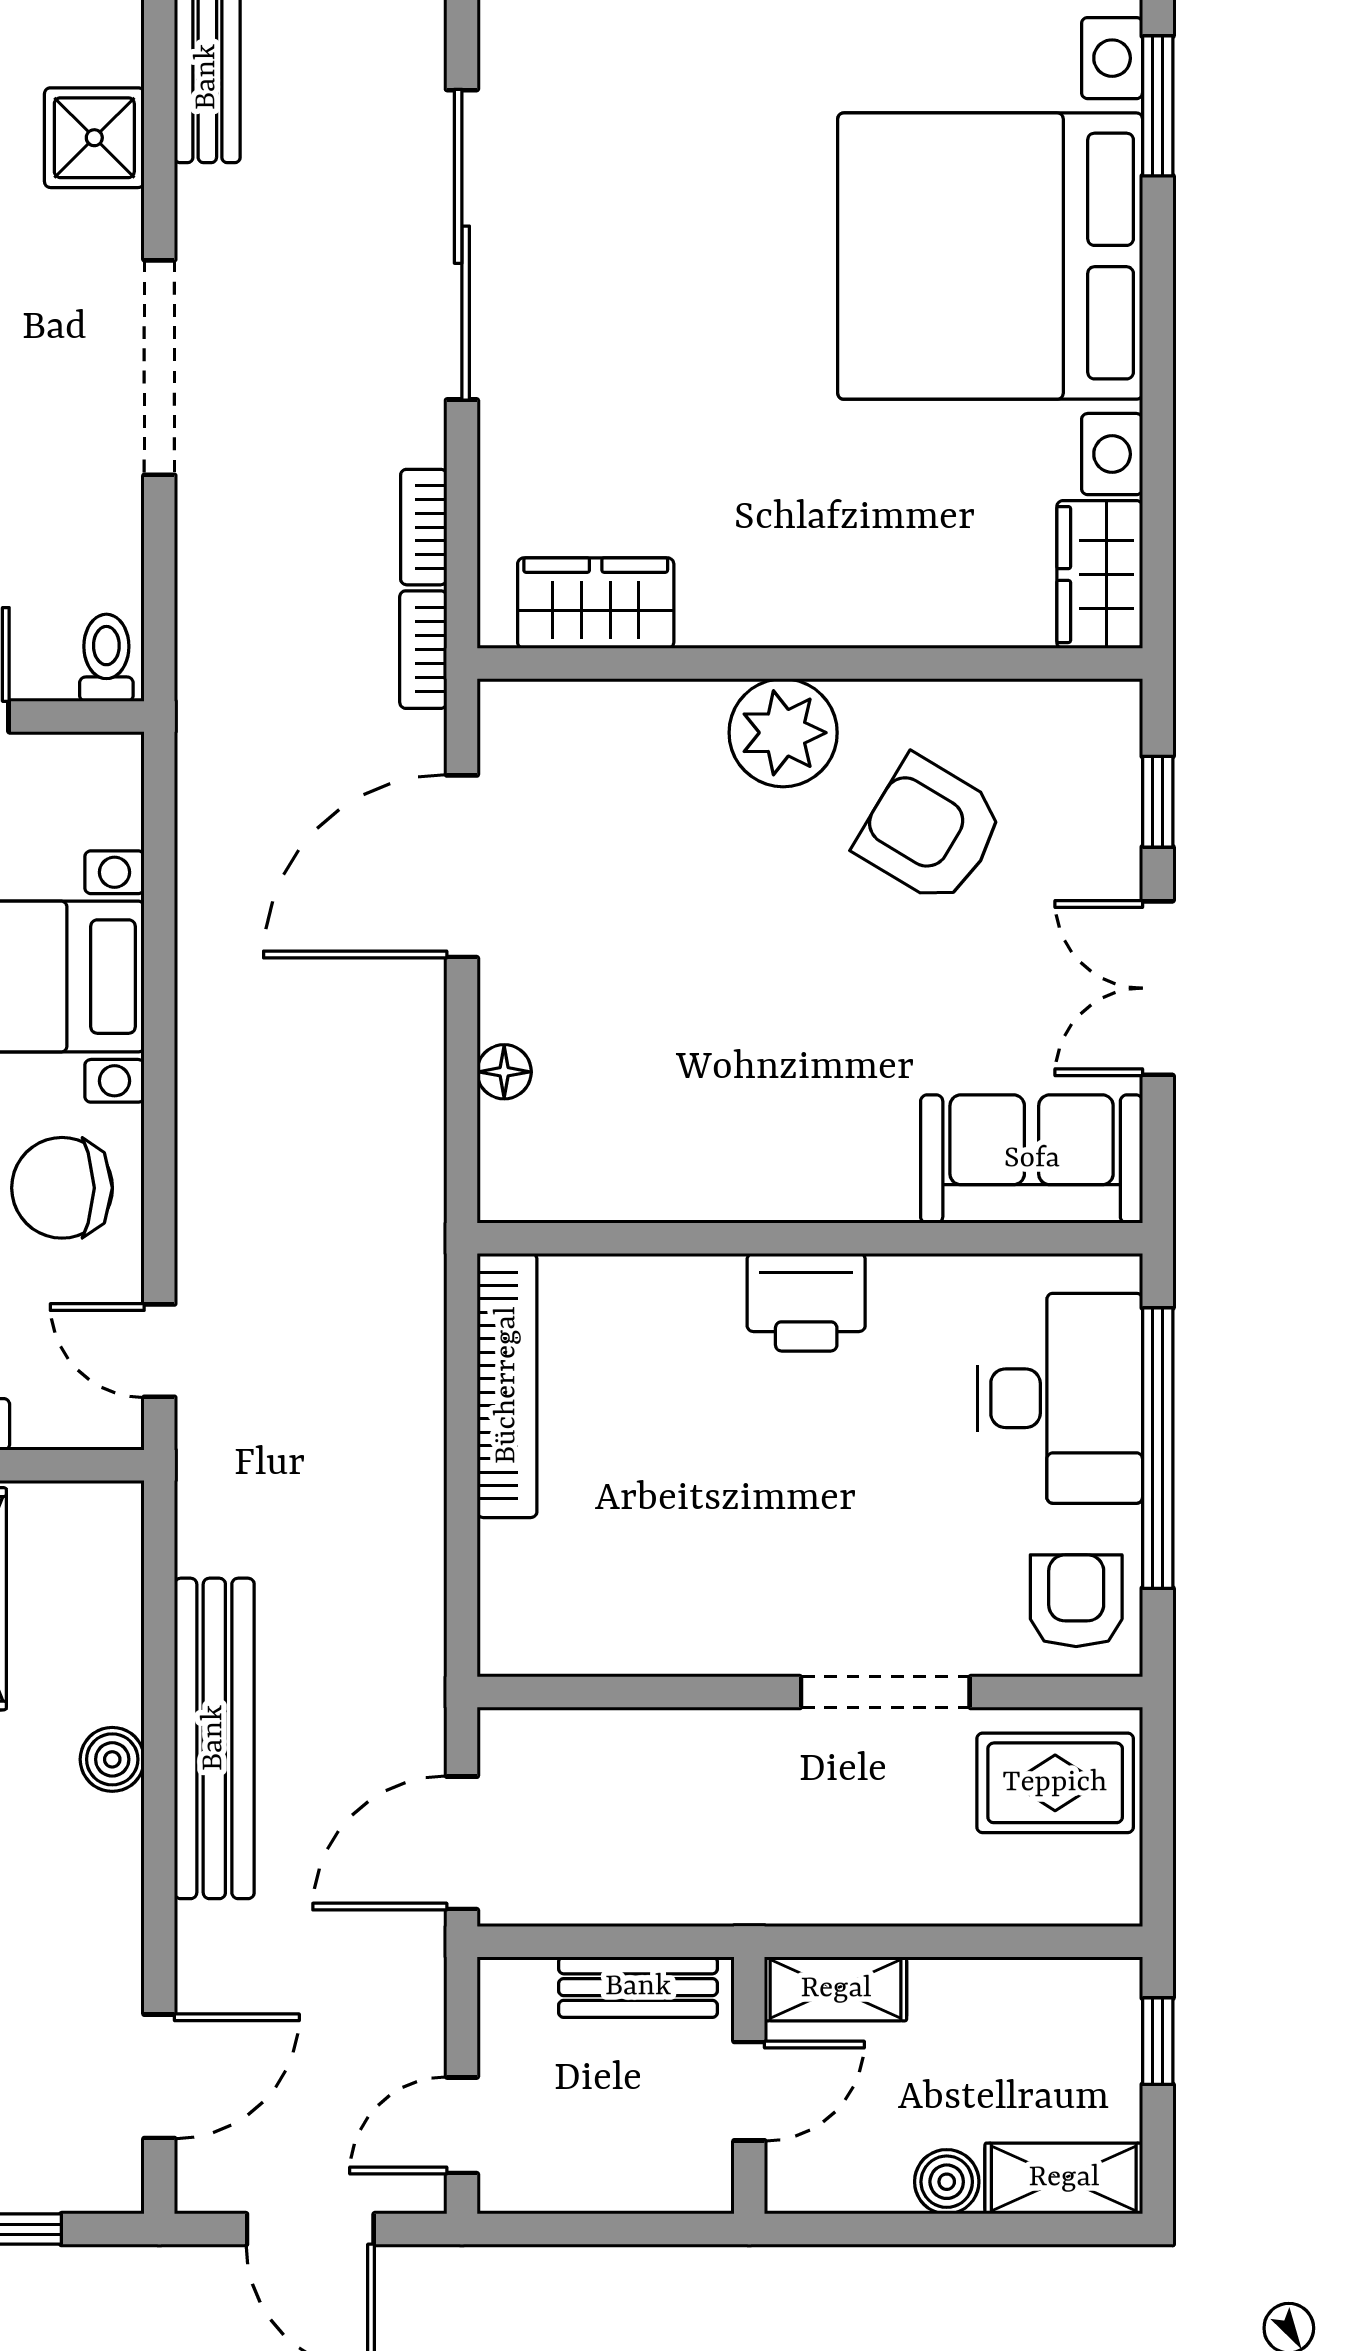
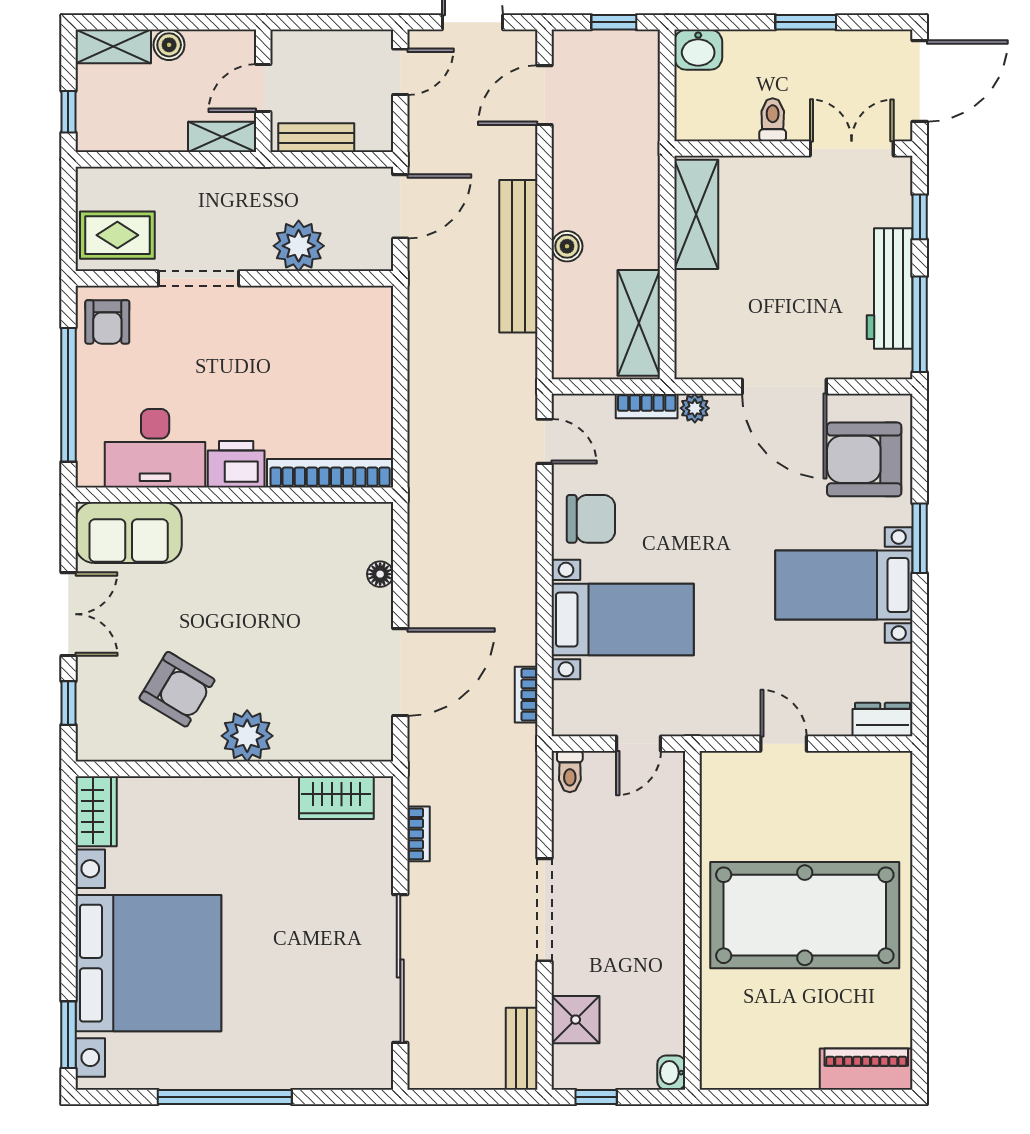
bookcase: (423, 650) -> (526, 695), moved, turned 180
bookcase: (507, 1385) -> (330, 473), moved, turned 90
desk: (1060, 1398) -> (155, 448), moved, turned -90
plant: (675, 1760) -> (299, 246), added

